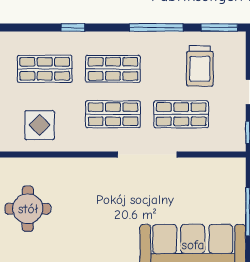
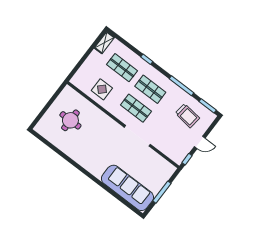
trolley: (200, 66) -> (187, 116), turned -83
shop shelf: (181, 114) -> (164, 130), removed

